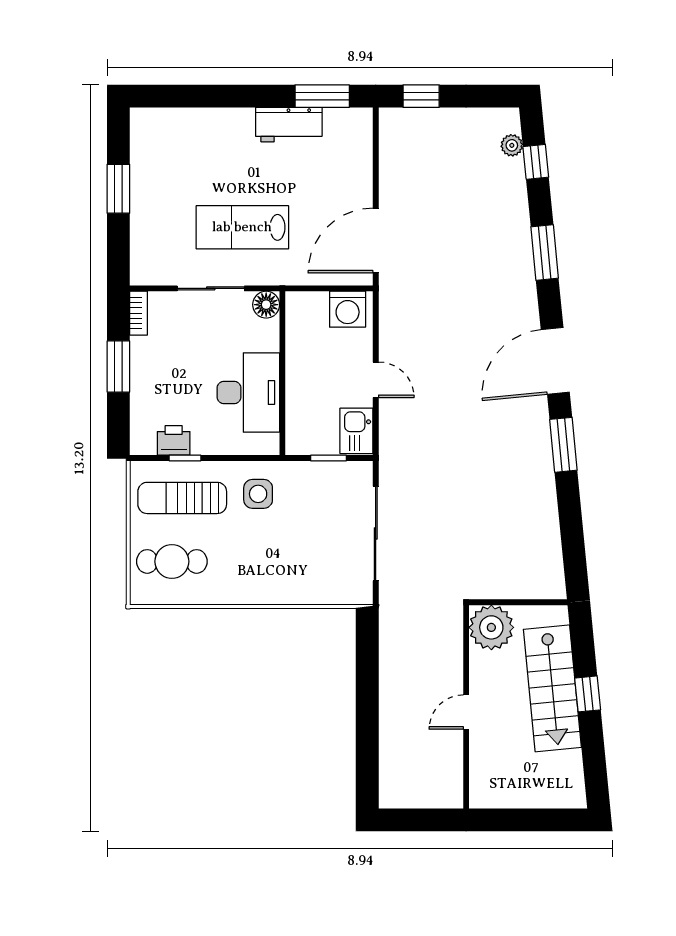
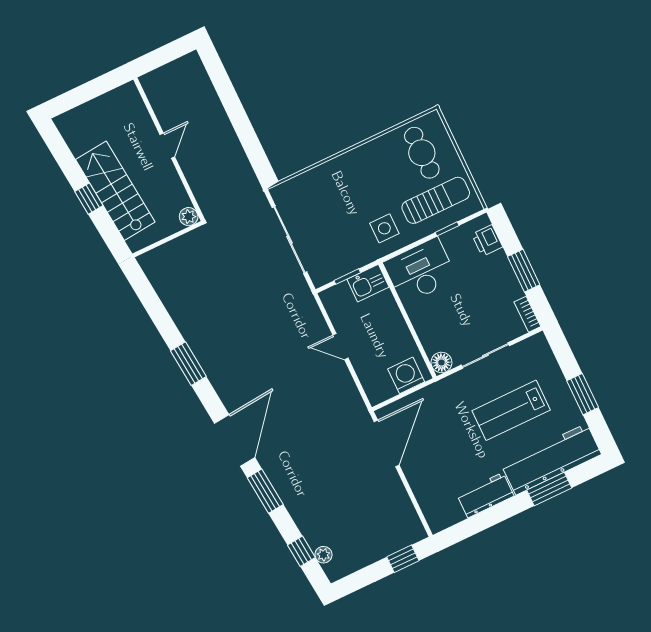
window: (322, 96) -> (549, 489), moved
workbench: (192, 130) -> (551, 459), added
lab bench: (242, 227) -> (511, 410), moved, turned 180
washing machine: (348, 309) -> (406, 375), moved
door: (555, 361) -> (235, 440), moved
desk: (248, 392) -> (420, 271), moved, turned 90
kitchen sink: (356, 431) -> (368, 283), moved, turned 90
printer: (174, 440) -> (487, 241), moved, turned 90
cafe table: (172, 561) -> (422, 153), turned 90
plant: (491, 627) -> (189, 217), width x0.53, depth x0.53

